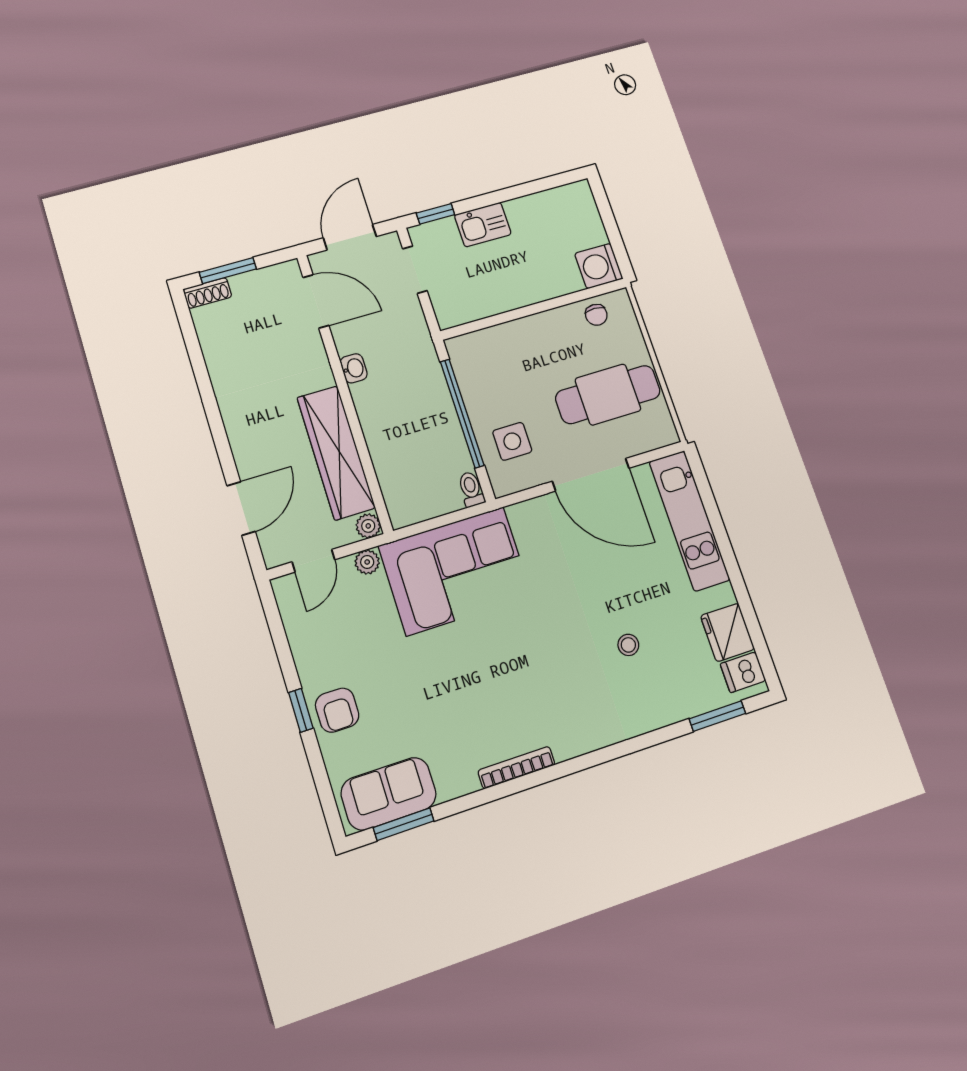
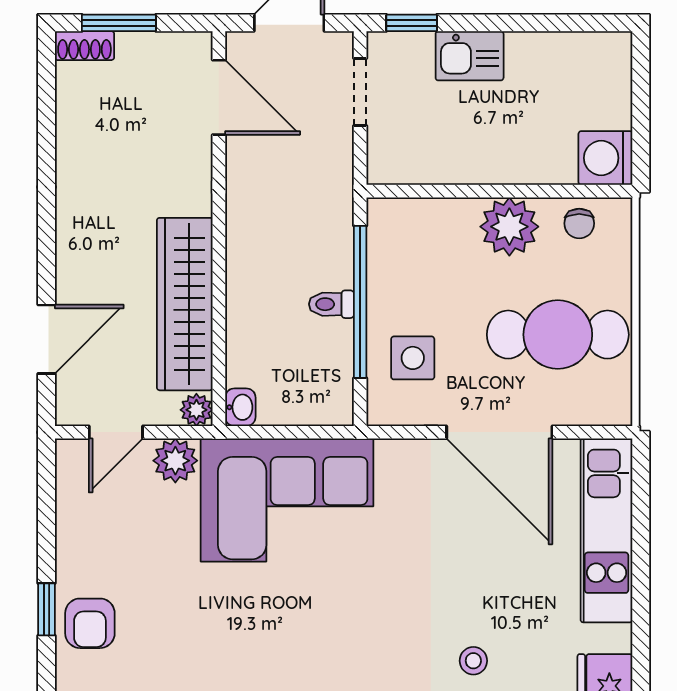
plant: (549, 331) -> (509, 227), added
washbasin: (354, 368) -> (240, 407), moved
toilet: (471, 489) -> (331, 304), moved, turned -90
plant: (367, 562) -> (175, 461), width x1.38, depth x1.38

